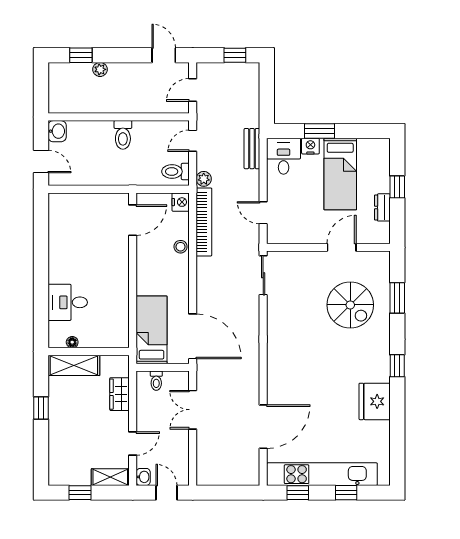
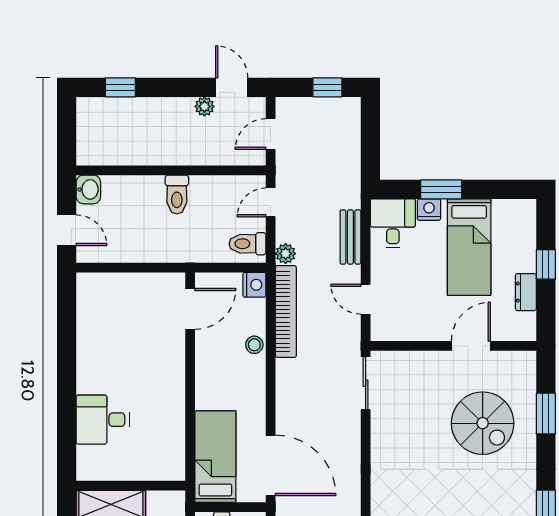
plant: (100, 69) -> (204, 106), moved
bench: (252, 149) -> (350, 237), moved
floor lamp: (72, 342) -> (109, 473), removed

